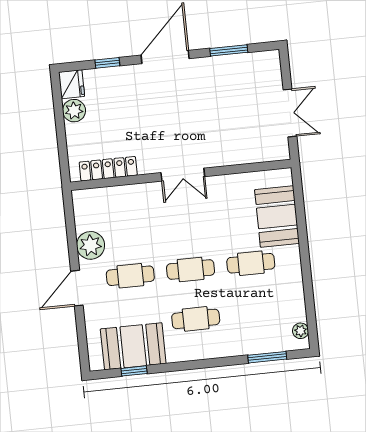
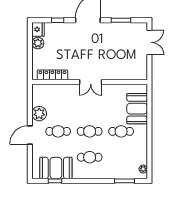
double door: (290, 113) -> (149, 42), moved

